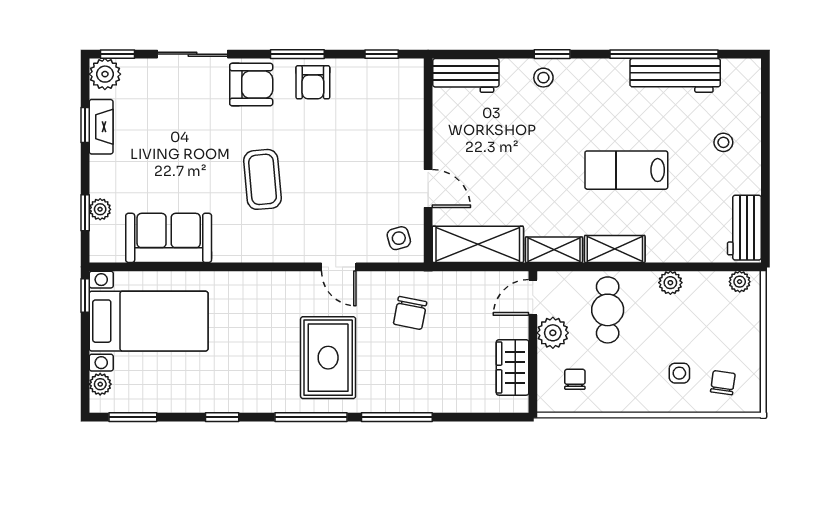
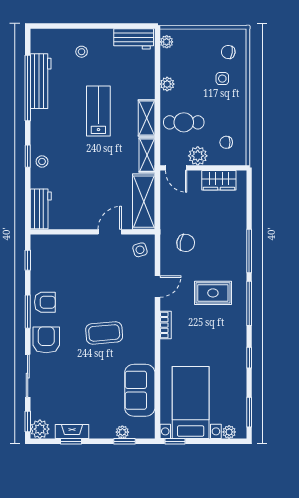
lab bench: (626, 170) -> (98, 111), turned 180
bookcase: (276, 280) -> (166, 325), added
rug: (328, 358) -> (213, 293), width x0.73, depth x0.70

